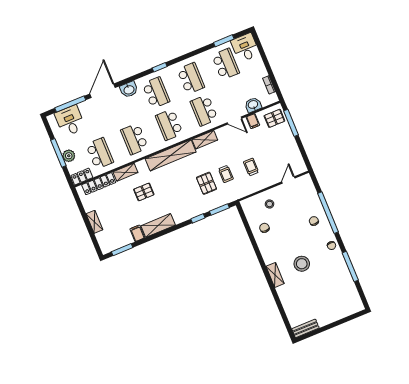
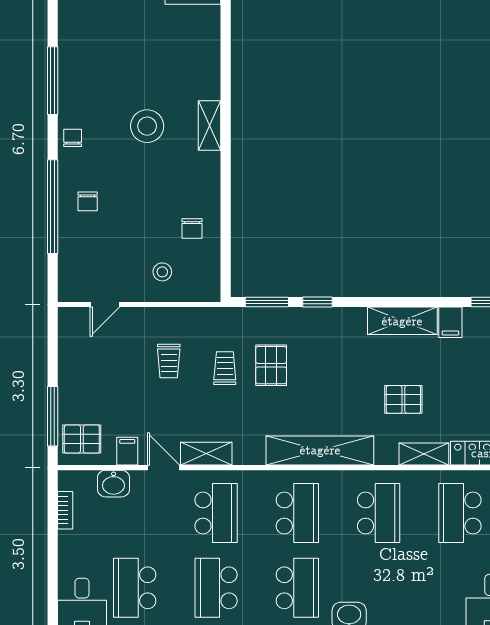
school desk: (156, 93) -> (297, 588), turned 180
shelving: (205, 140) -> (206, 454), moved

